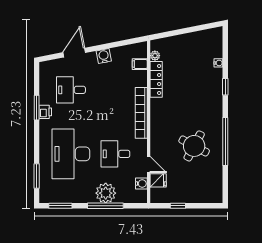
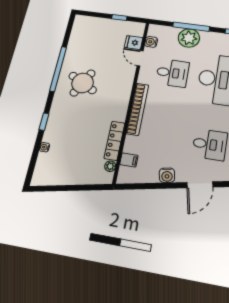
round table: (194, 146) -> (83, 83), moved

